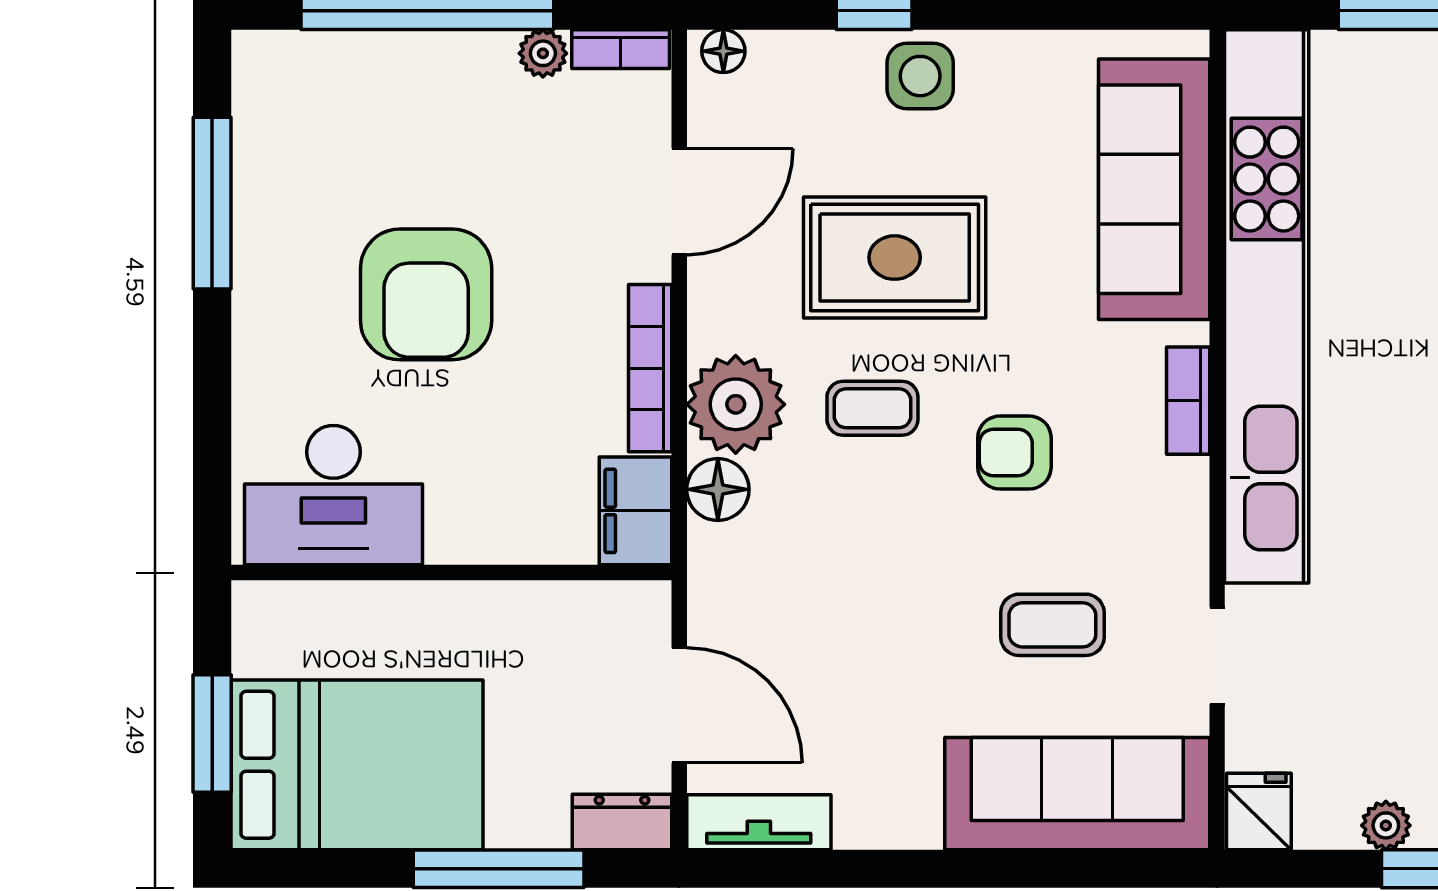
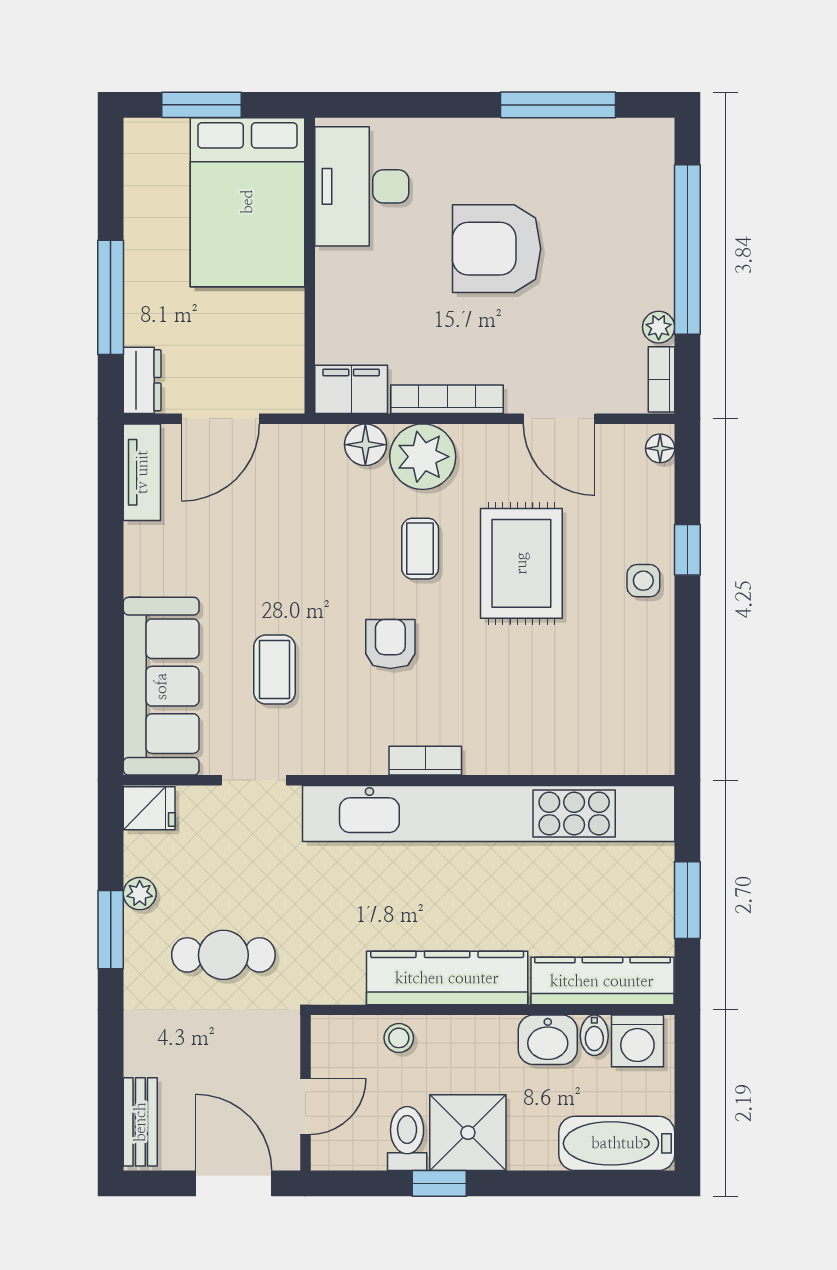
side table: (920, 76) -> (643, 581), width x0.73, depth x0.73
sofa: (1154, 189) -> (567, 738), removed
bed: (357, 765) -> (247, 202), moved

